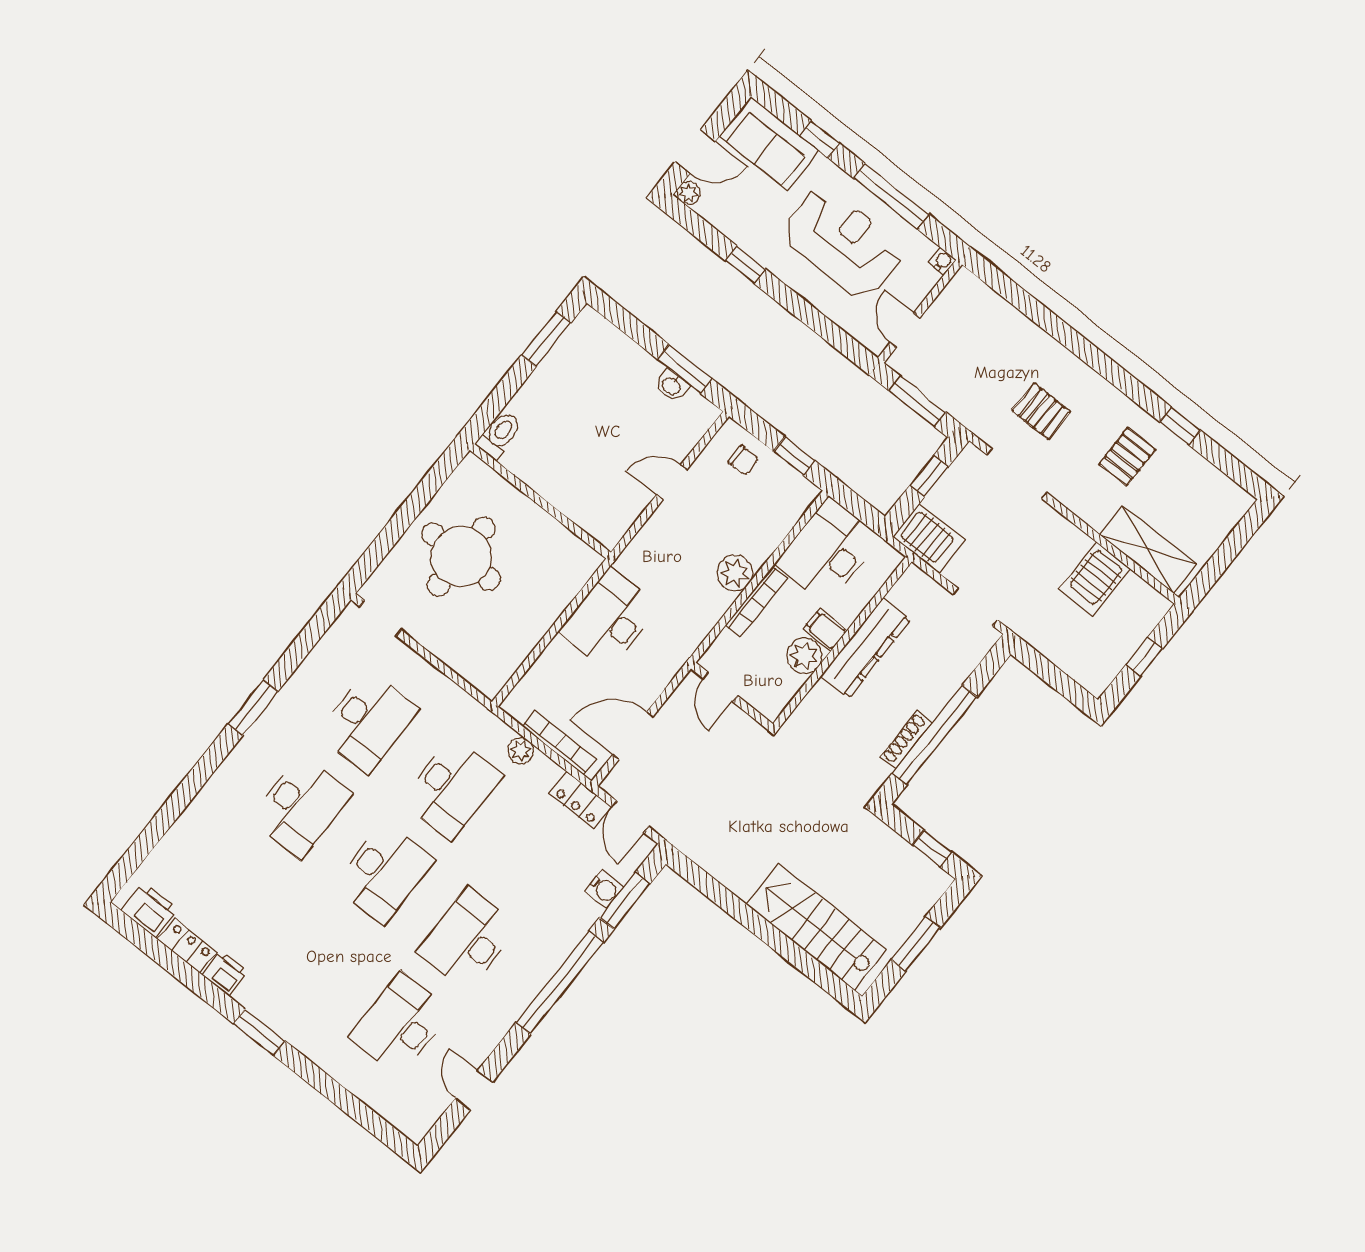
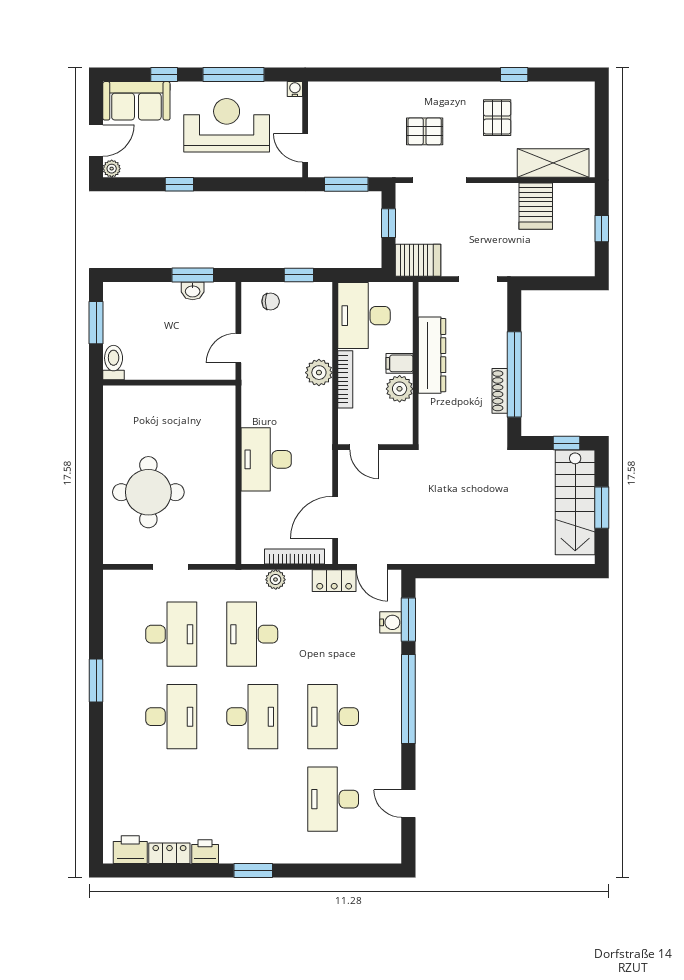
toilet: (499, 435) -> (114, 363), moved
wall: (540, 501) -> (169, 383), moved
doorway: (380, 618) -> (171, 567), moved
desk: (452, 788) -> (252, 634), turned 180
stairs: (816, 927) -> (575, 502), moved, turned -90

